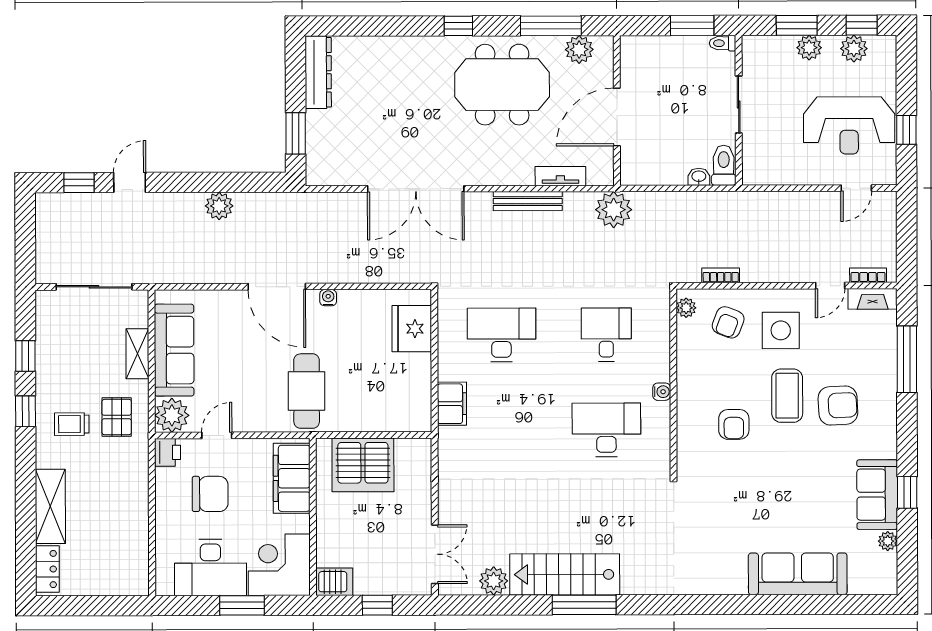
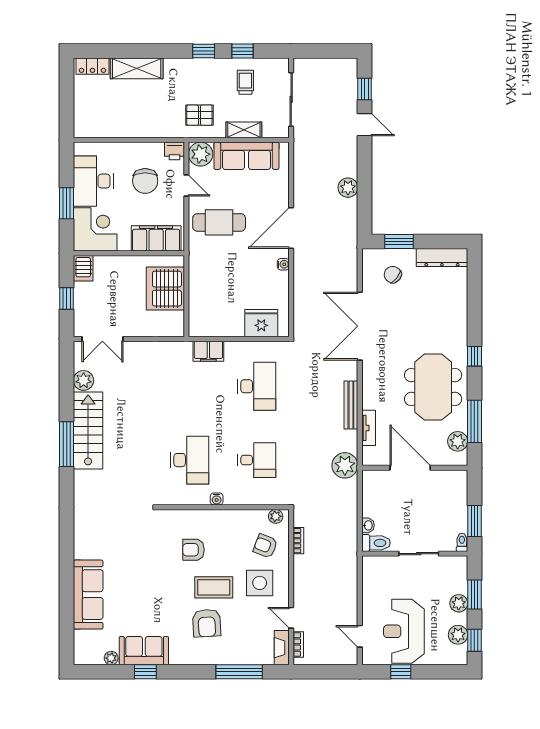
chair: (343, 142) -> (393, 275), added
cafe table: (307, 391) -> (219, 222), moved
trolley: (72, 424) -> (245, 82), moved

